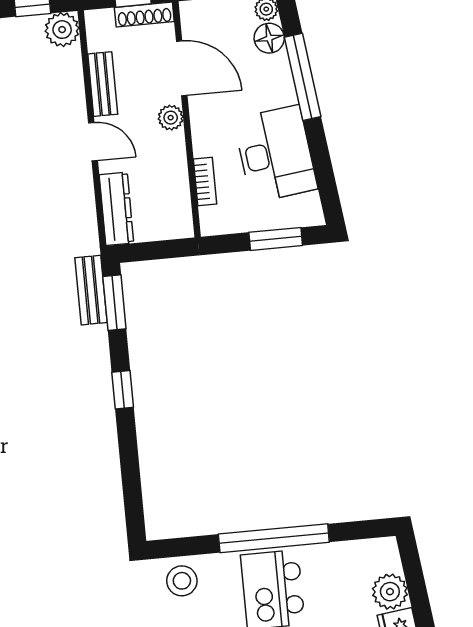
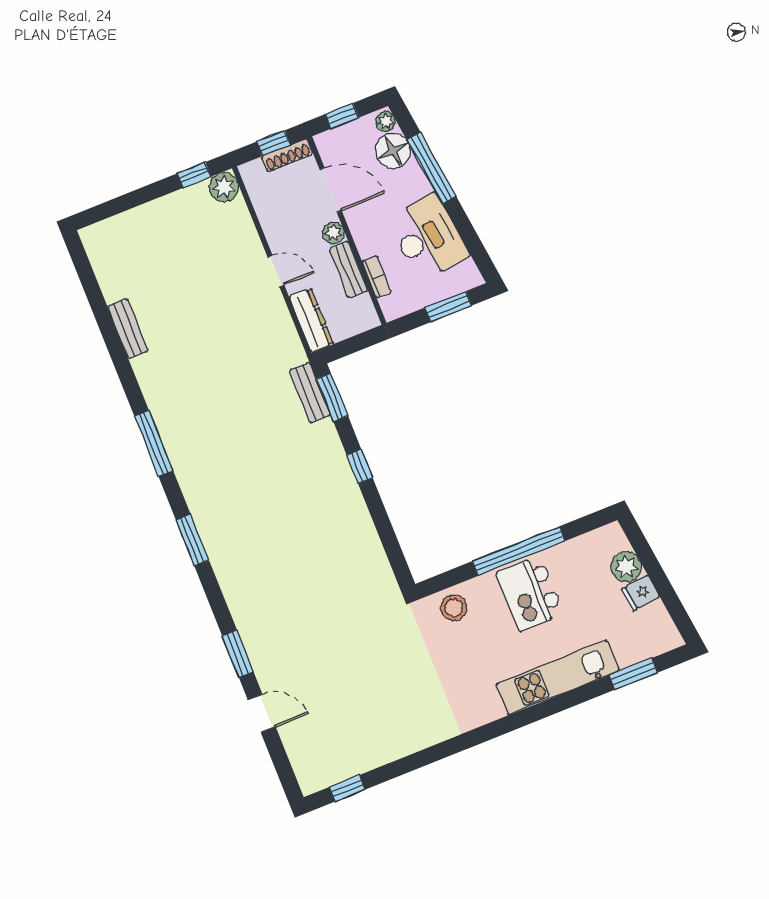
floor lamp: (269, 38) -> (393, 151), width x1.38, depth x1.38
bench: (103, 84) -> (349, 269), moved

